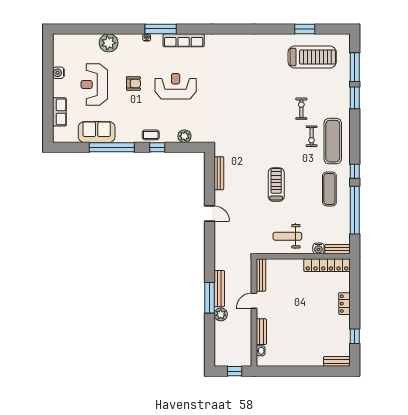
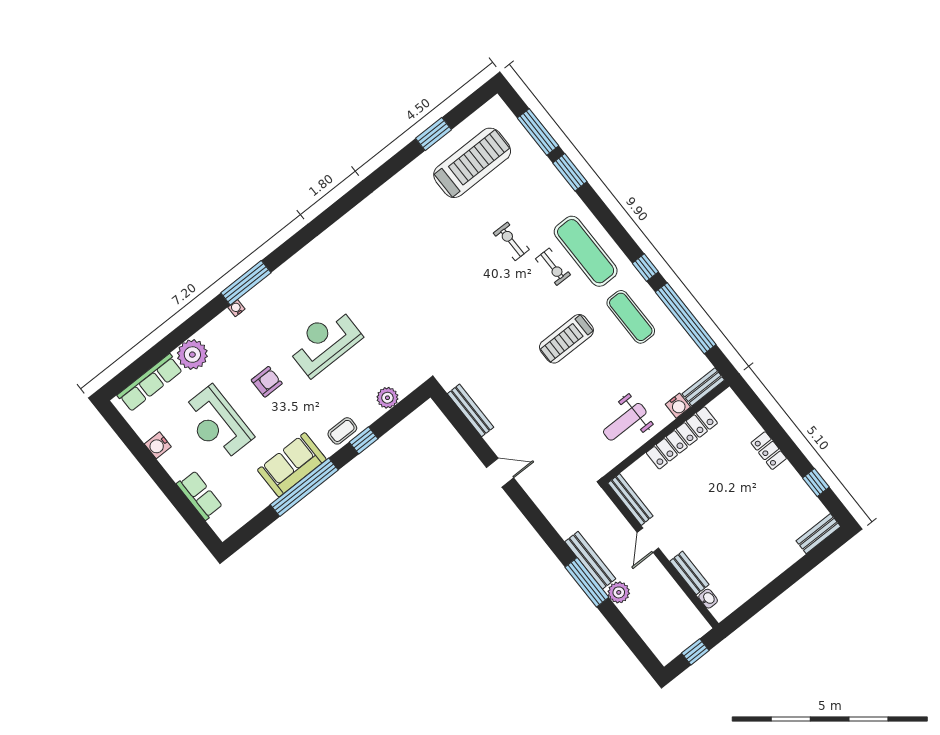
row of seats: (184, 40) -> (150, 383), moved
sofa: (97, 132) -> (292, 465), moved
treadmill: (276, 185) -> (566, 339), moved, turned -90
locker: (327, 265) -> (682, 438), moved

